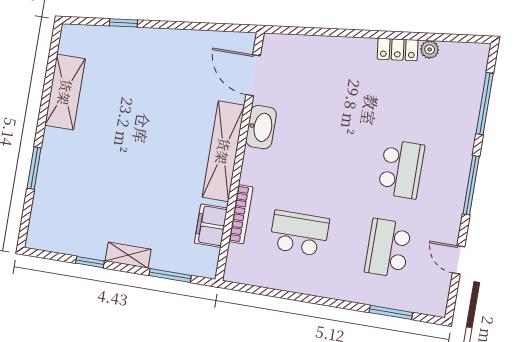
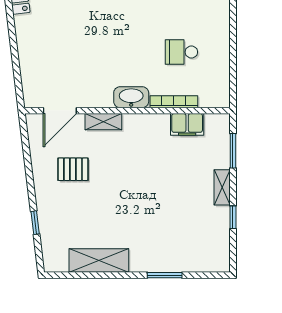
pallet: (180, 79) -> (73, 169), added
washbasin: (261, 127) -> (131, 97), moved
shelving: (223, 151) -> (103, 122), width x0.45, depth x0.75
school desk: (299, 233) -> (181, 52), width x0.54

